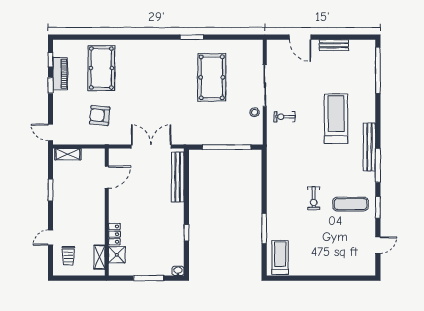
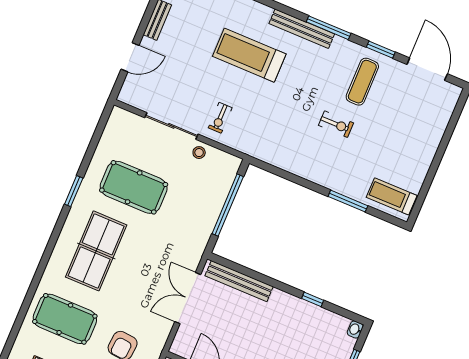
table tennis table: (157, 70) -> (96, 251), added
door: (378, 245) -> (427, 69), width x1.87

